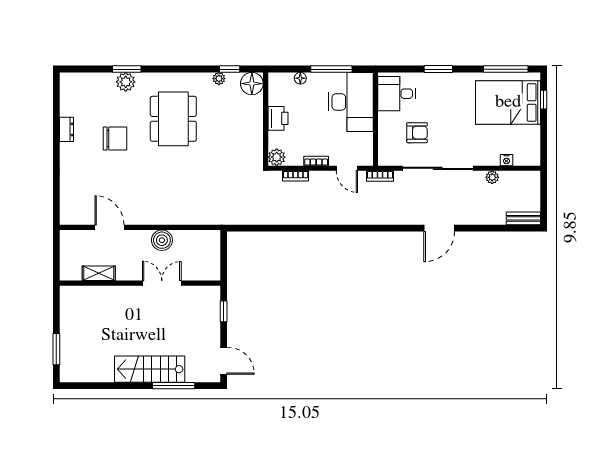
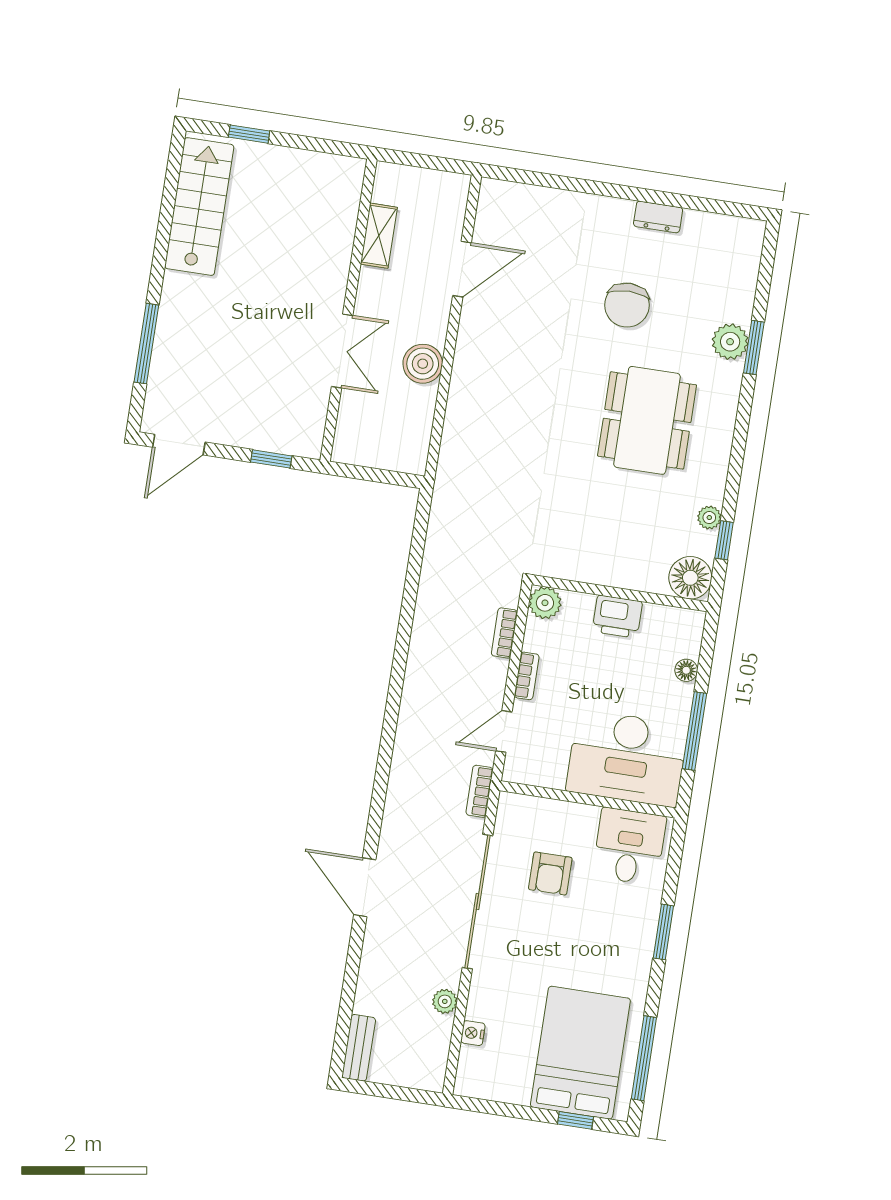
dining table: (173, 119) -> (647, 420), turned 90
window: (56, 349) -> (249, 134), width x0.67
stairs: (150, 369) -> (199, 207), moved

